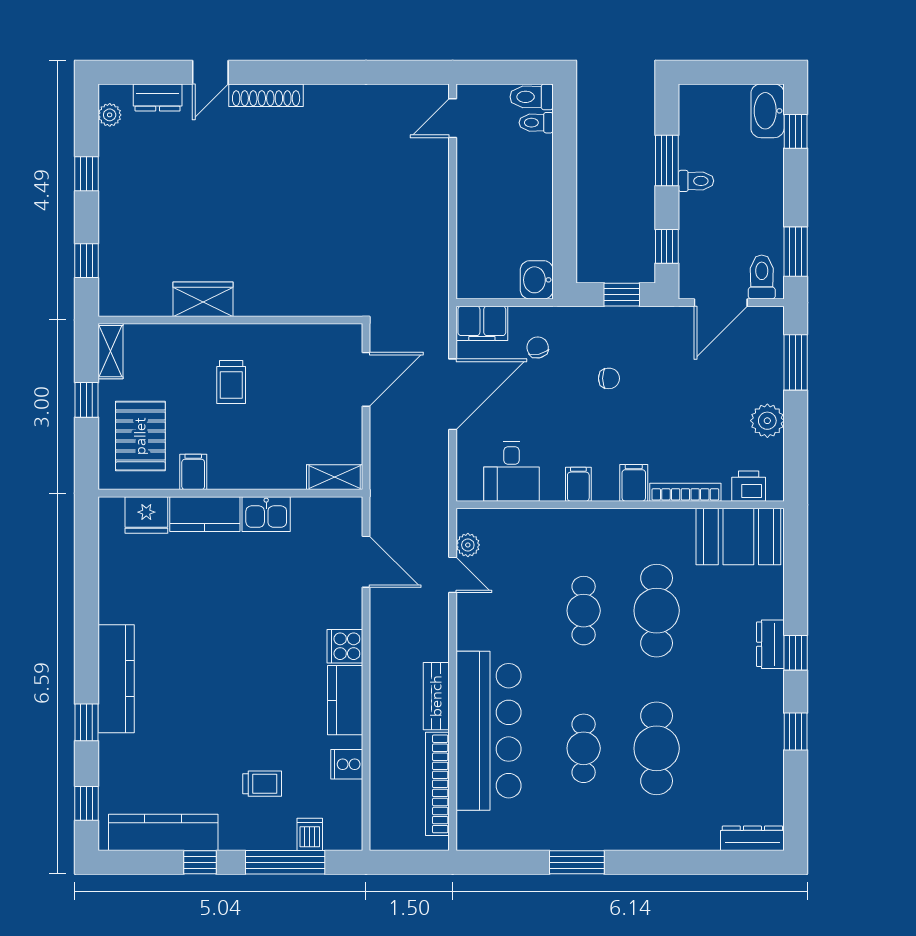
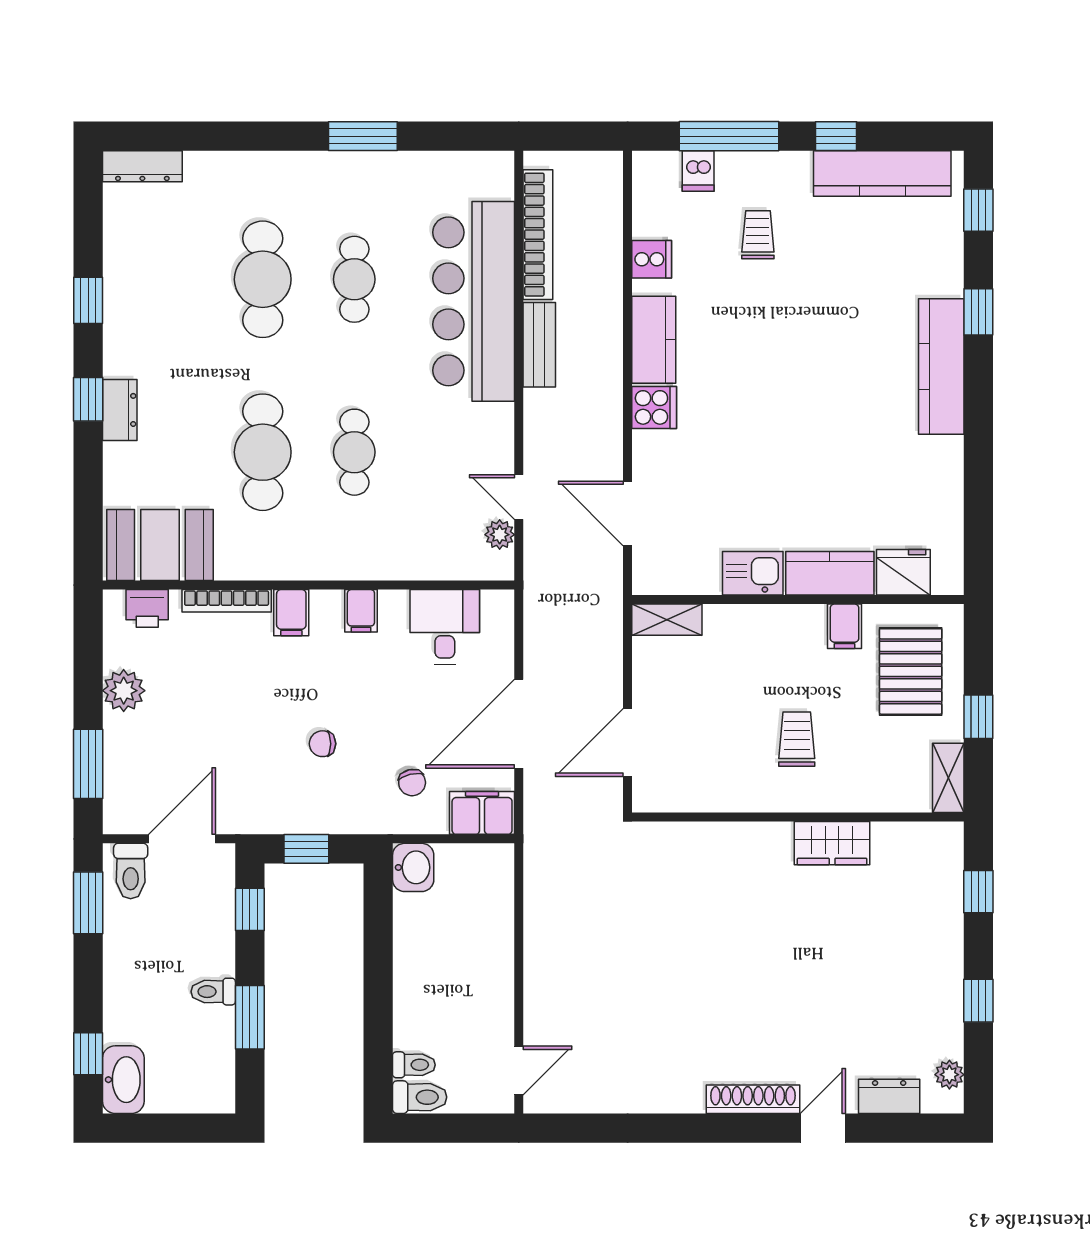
trolley: (262, 784) -> (758, 235), turned 90

